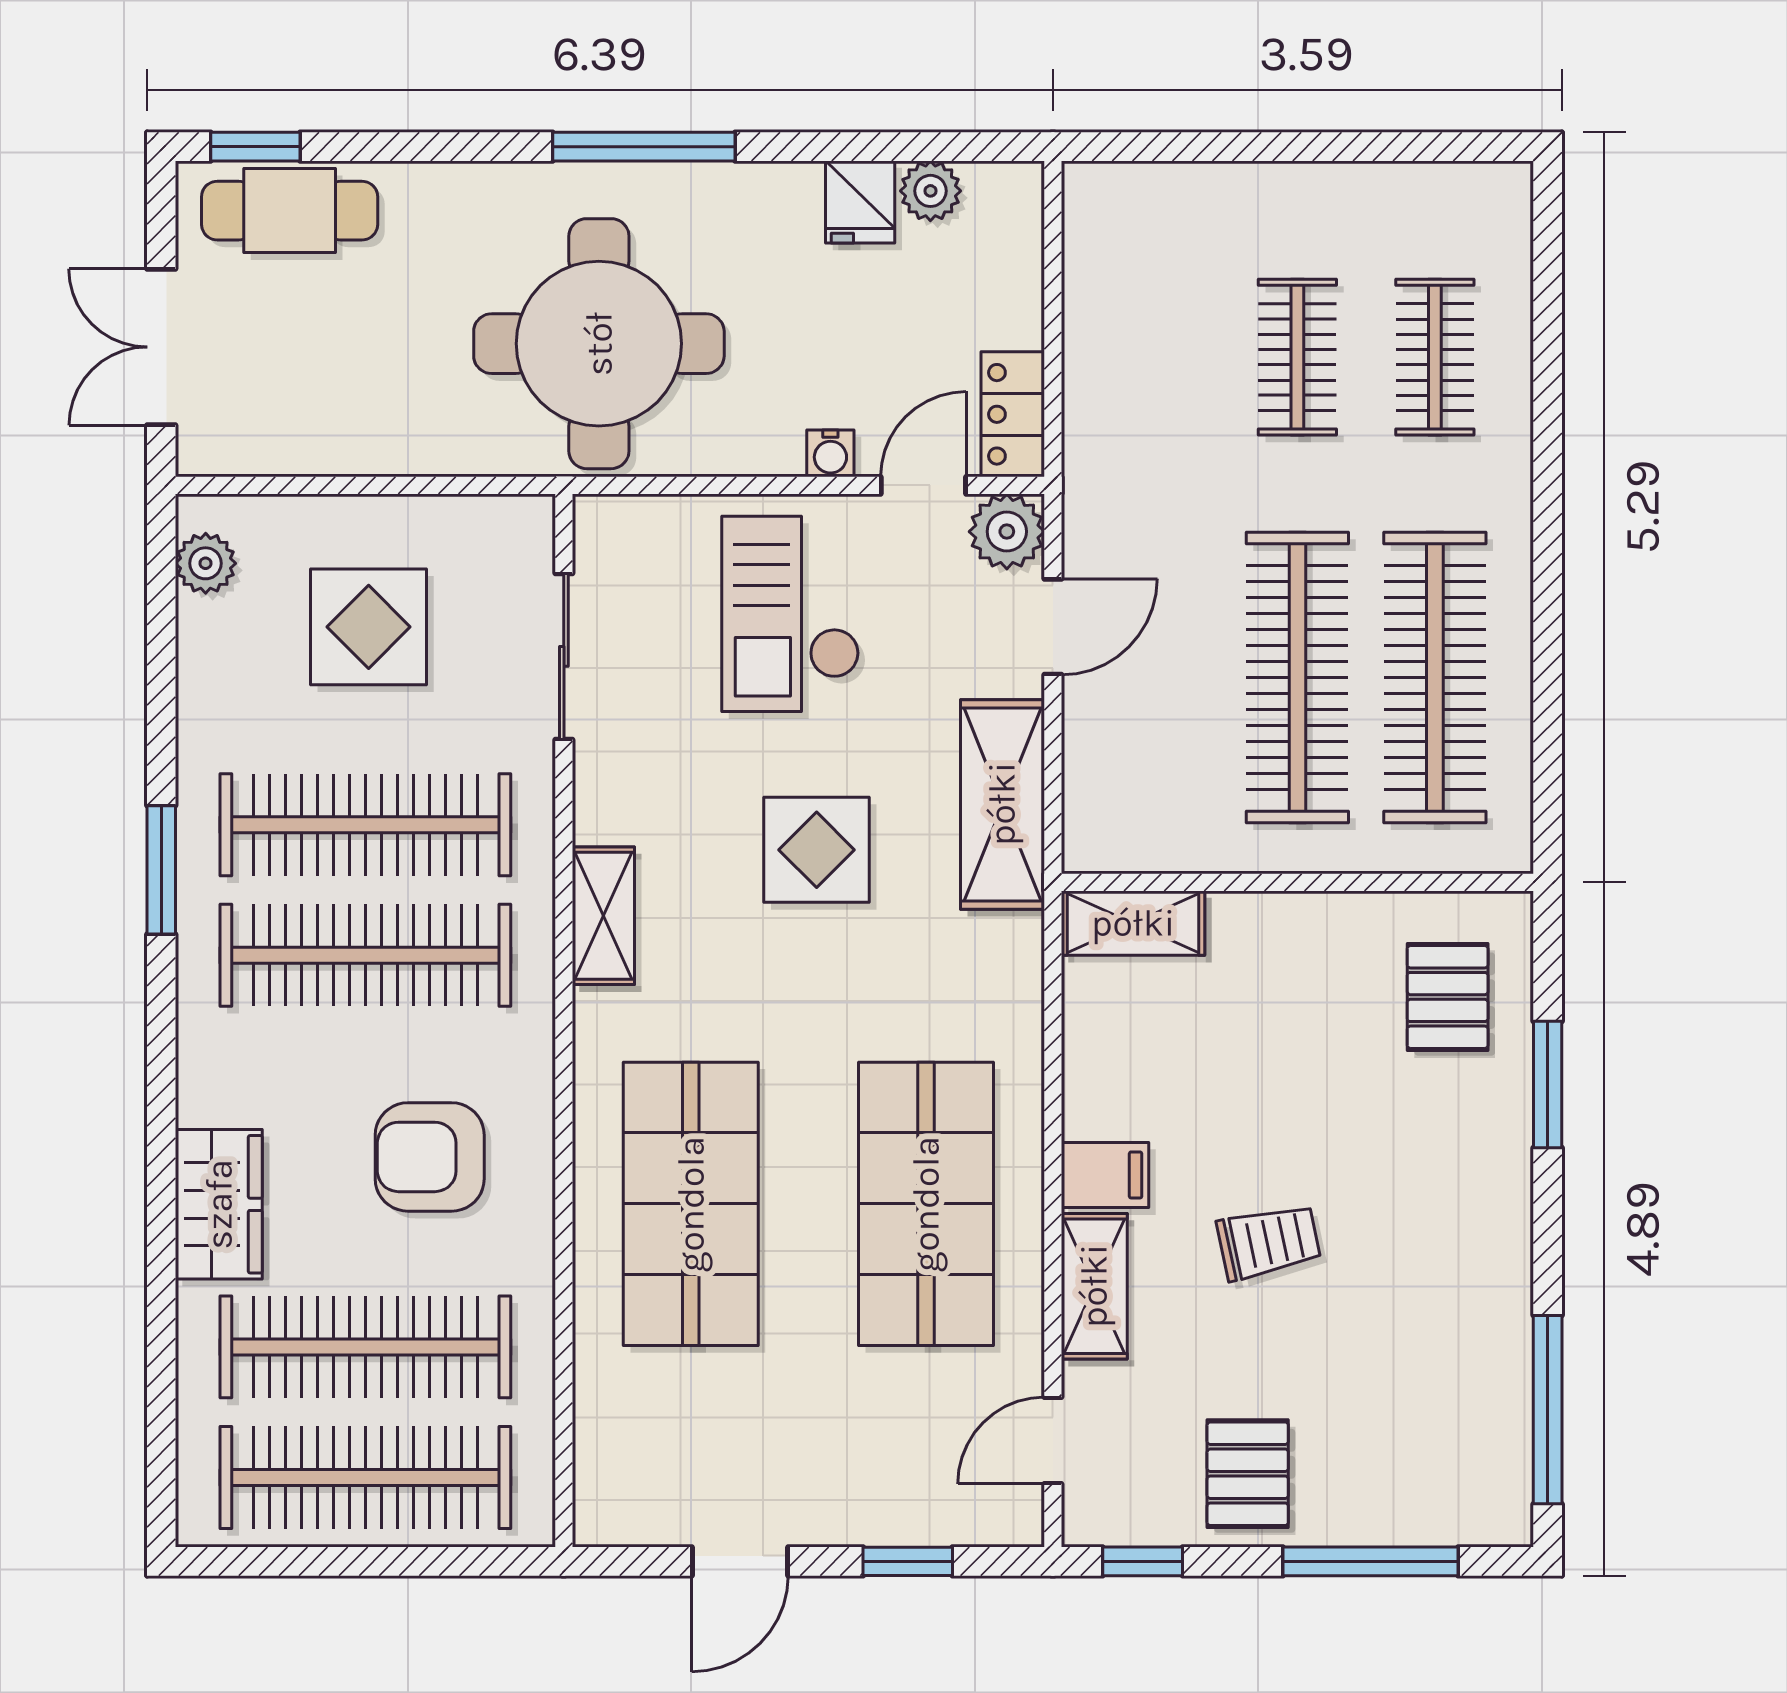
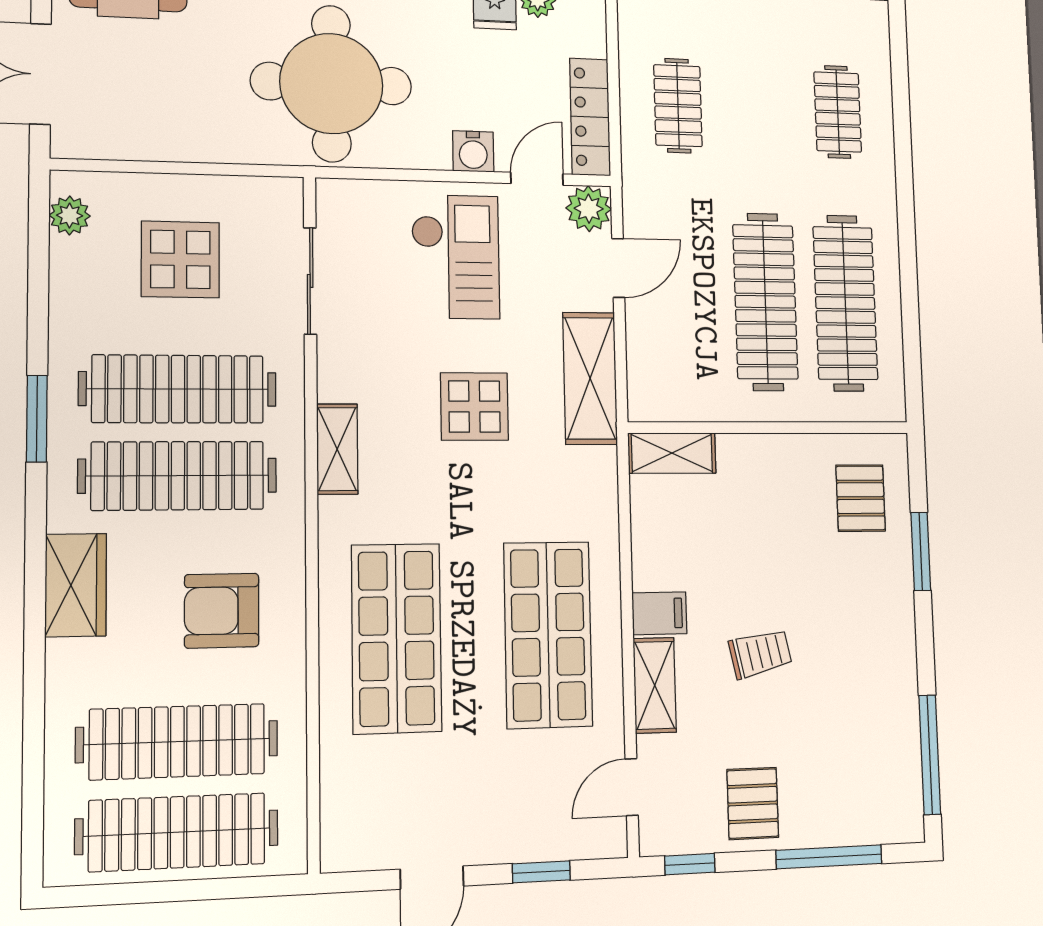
clothes rail: (1297, 357) -> (678, 106), moved
locker: (1013, 414) -> (590, 117), width x1.53
water cooler: (830, 453) -> (473, 151), width x1.38, depth x1.38
checkout: (790, 614) -> (455, 257), turned 180
wardrobe: (219, 1204) -> (76, 585), moved

